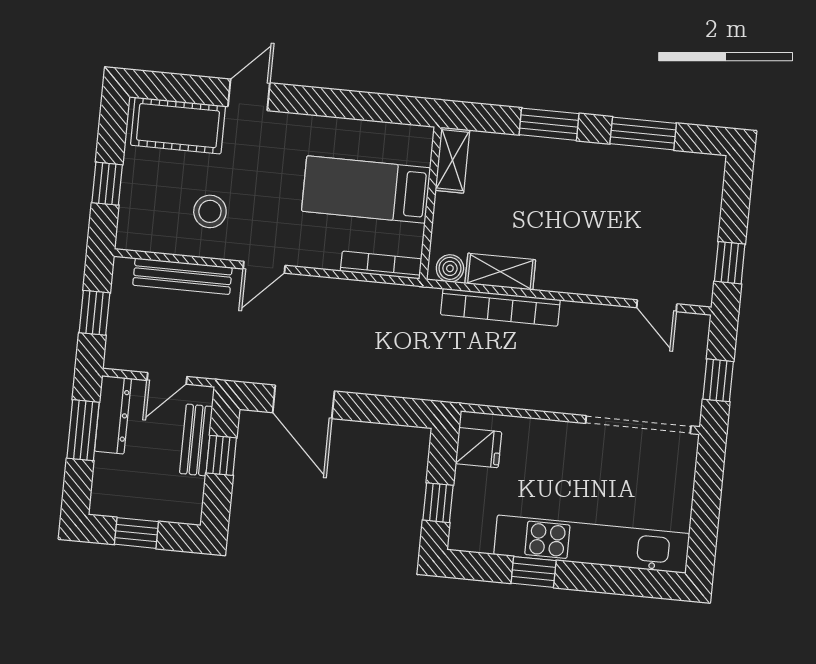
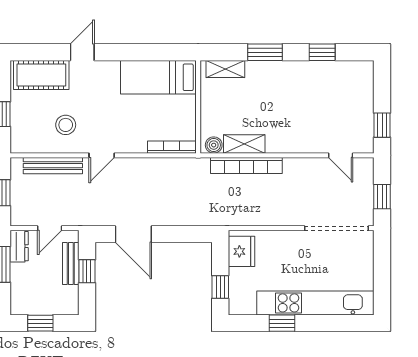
window: (643, 133) -> (322, 52), width x0.67
shelving: (452, 160) -> (225, 69), moved, turned 90
bed: (366, 189) -> (158, 77), moved
dresser: (113, 415) -> (19, 246), width x0.70
fridge: (479, 448) -> (242, 251), width x1.38

